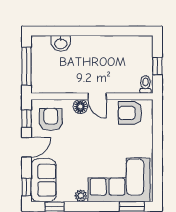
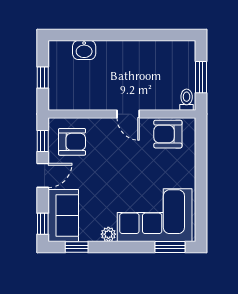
window: (27, 66) -> (43, 78), width x0.46
window: (157, 66) -> (201, 77), width x1.50
floor lamp: (80, 107) -> (108, 126), removed
armchair: (51, 119) -> (72, 142), turned 90

